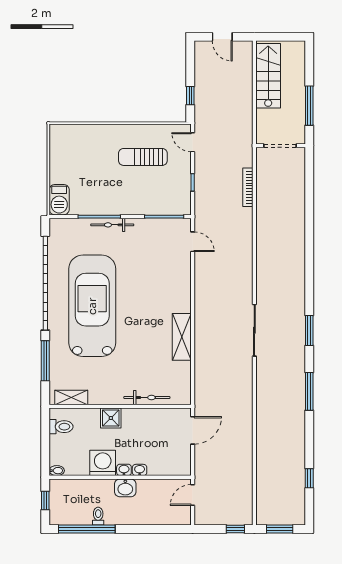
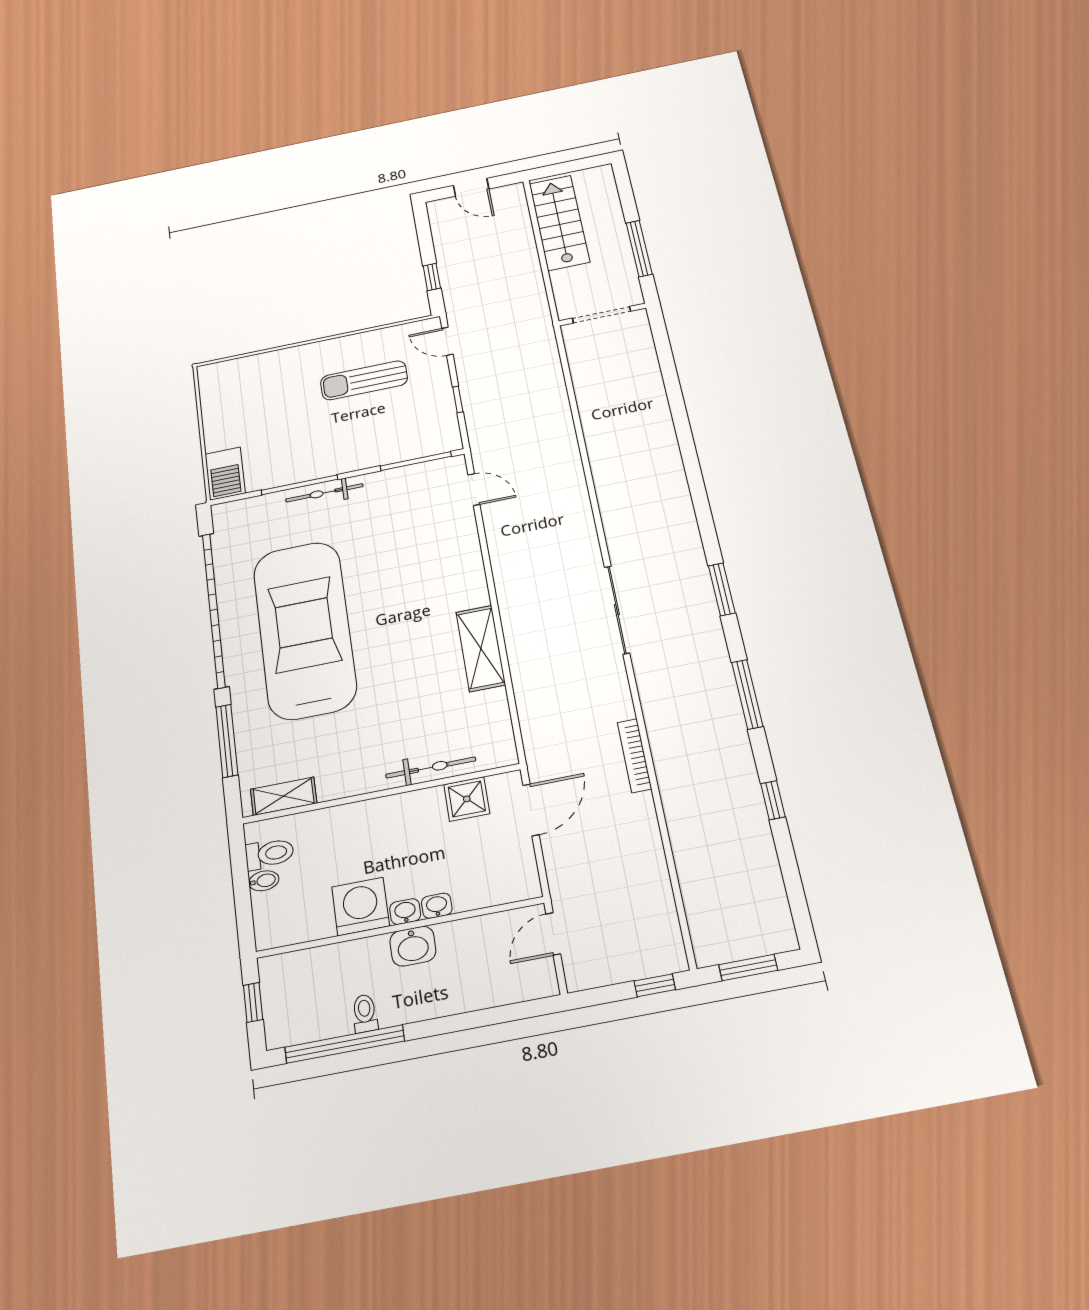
bookcase: (248, 187) -> (634, 756), moved
shower: (111, 418) -> (467, 799), moved
bidet: (57, 471) -> (264, 881), moved
window: (309, 478) -> (773, 800), moved

